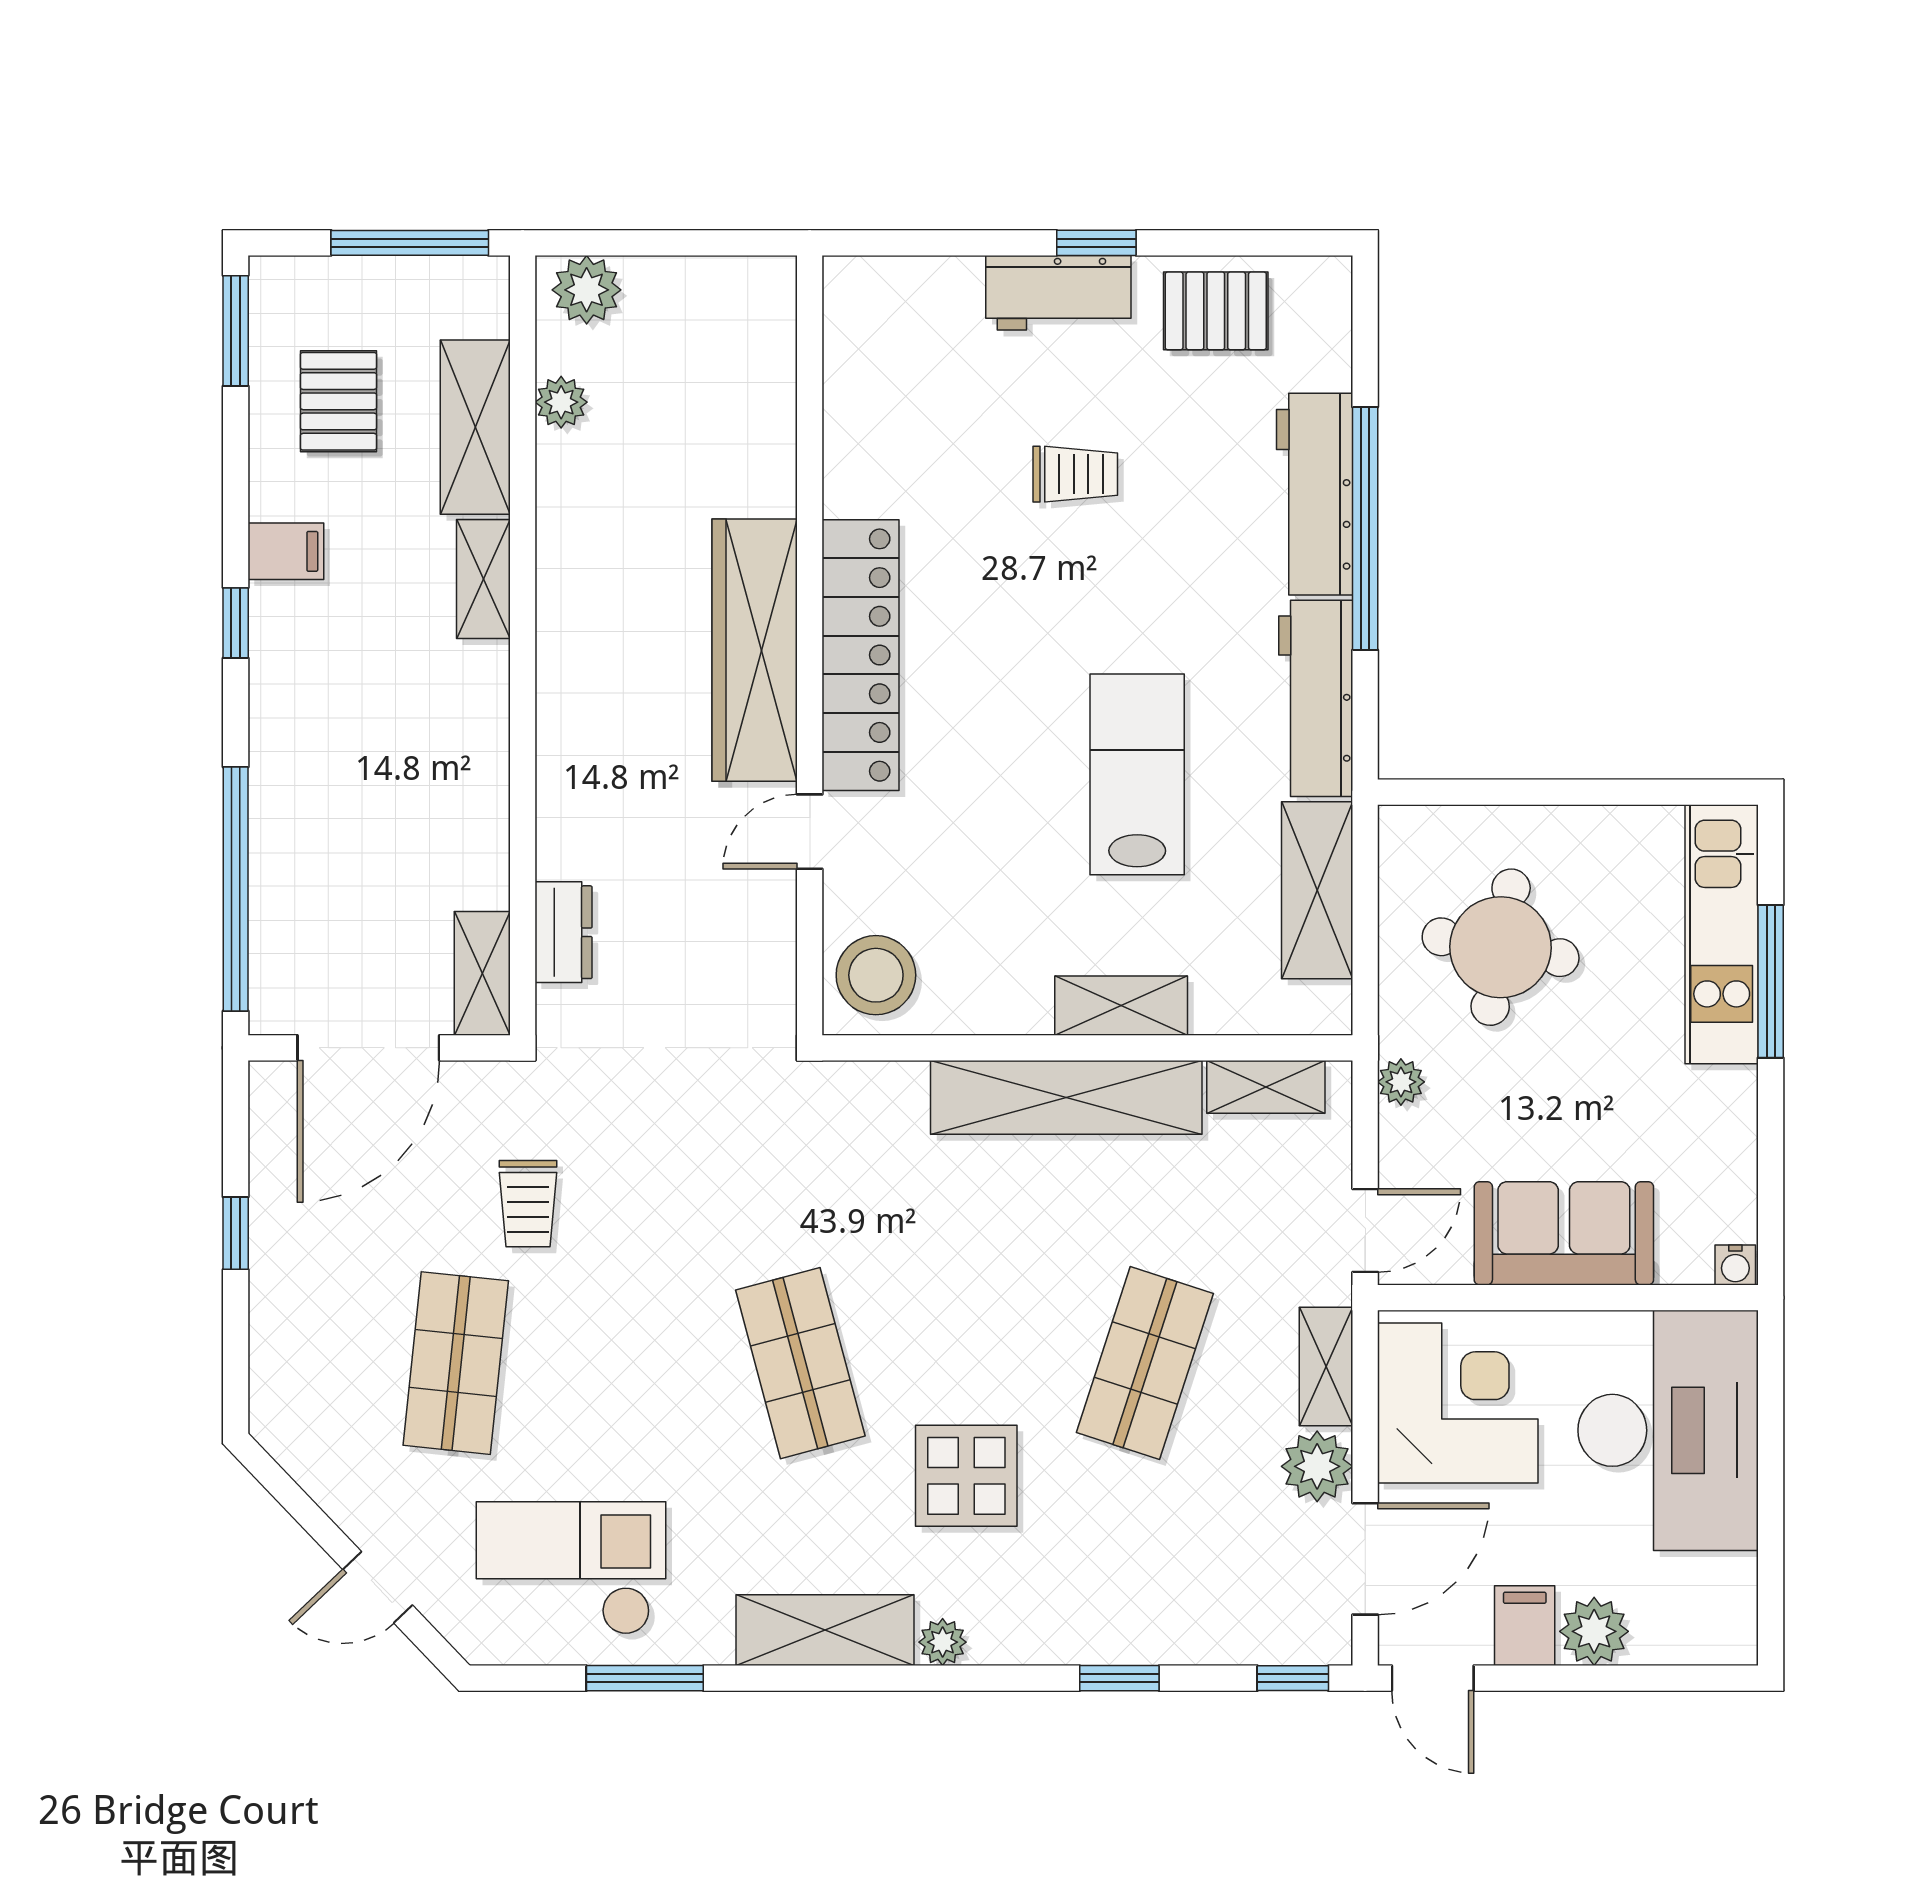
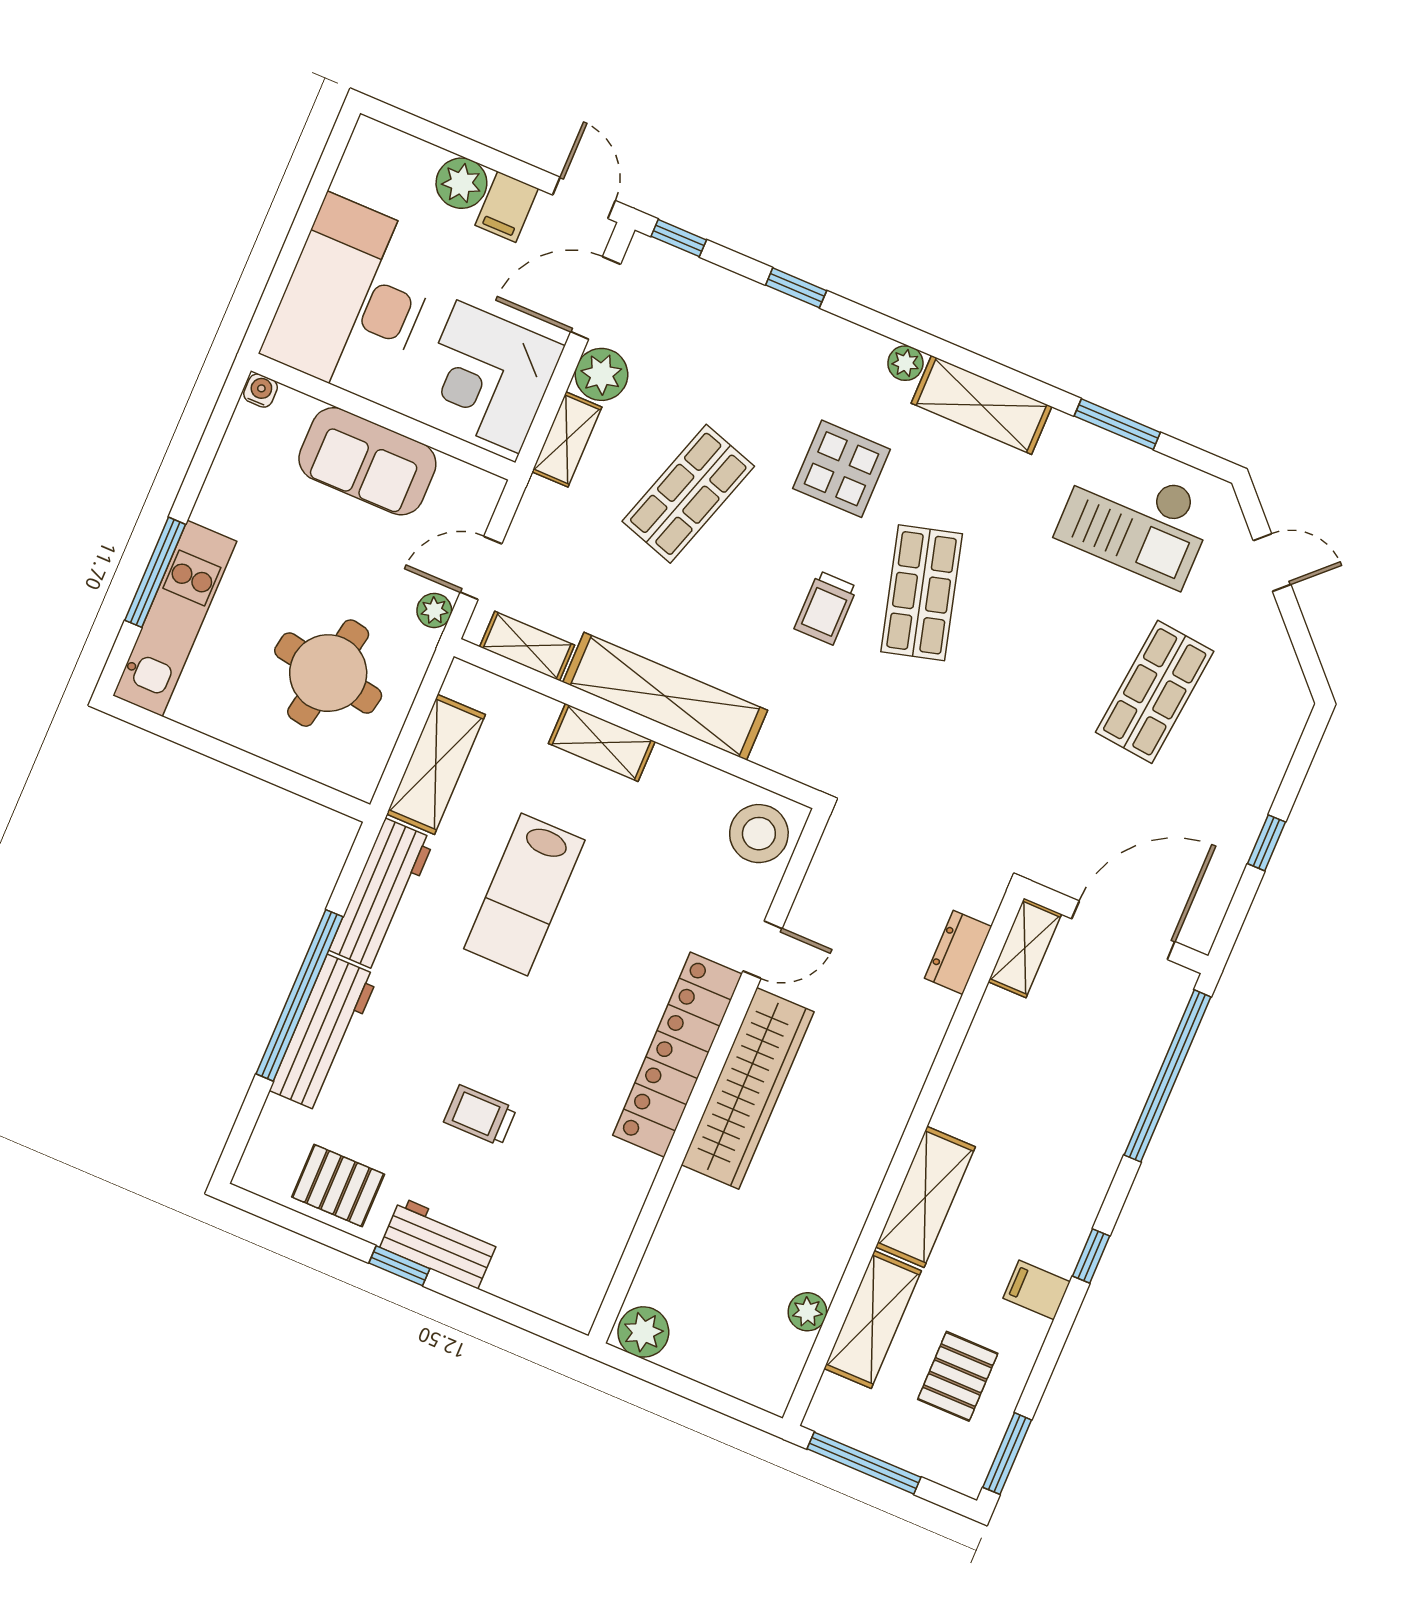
plant: (587, 290) -> (643, 1332), moved
shelving: (483, 579) -> (925, 1197), width x1.50, depth x1.33
trolley: (528, 1204) -> (826, 608), moved, turned 180
door: (1365, 1231) -> (481, 568), moved

